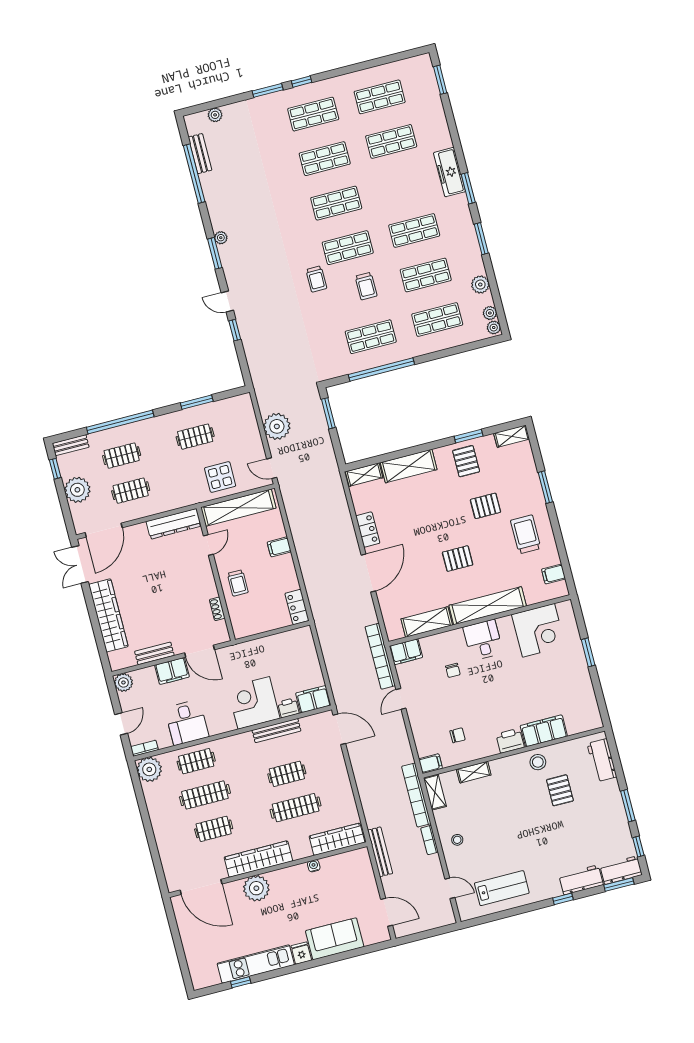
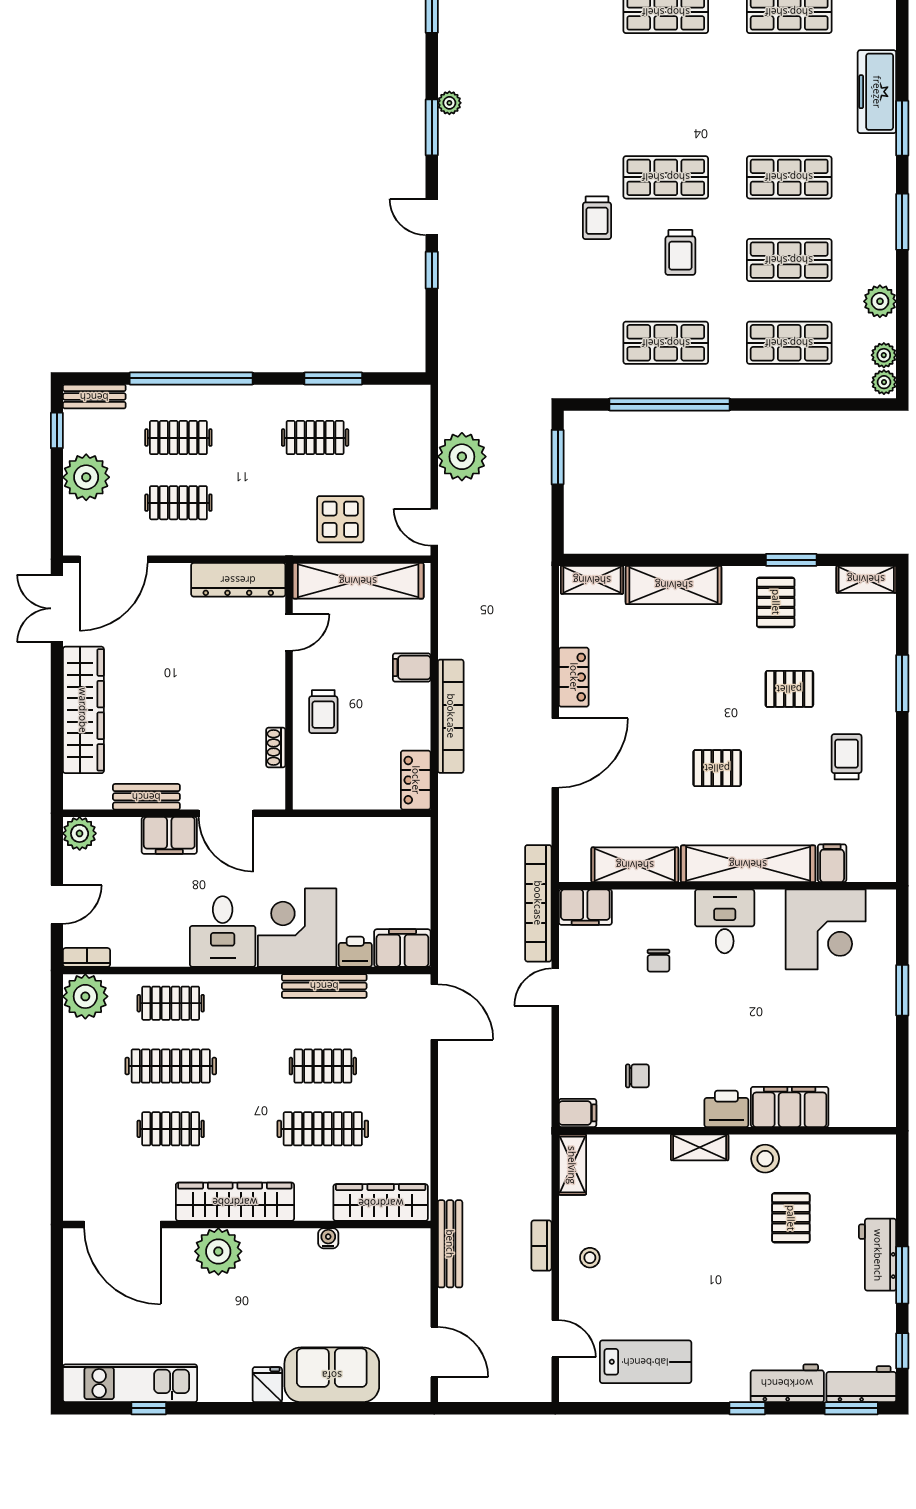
shop shelf: (336, 203) -> (666, 95), removed
trolley: (526, 534) -> (847, 757), width x0.73, depth x0.72
filing cabinet: (554, 574) -> (832, 863), moved, turned 90
desk: (187, 722) -> (223, 931), moved
workbench: (602, 760) -> (878, 1255), moved
shelving: (474, 772) -> (700, 1147), moved
bookcase: (416, 795) -> (451, 716), moved, turned 180
kitchen unit: (256, 964) -> (130, 1383), moved

